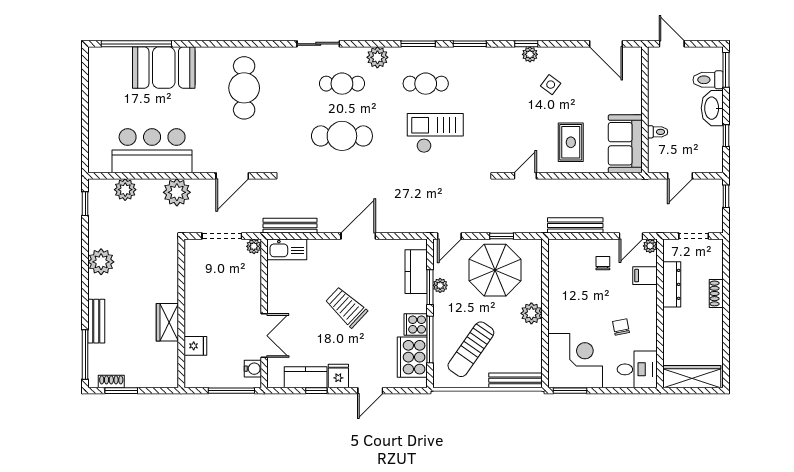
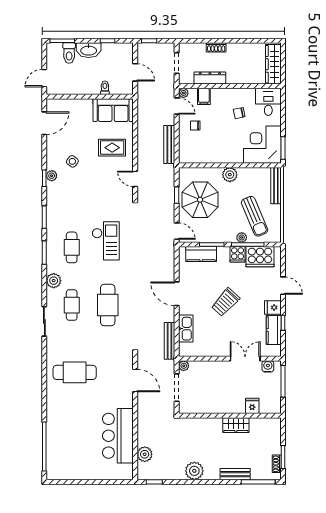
booth: (164, 68) -> (61, 428), removed
checkout: (435, 133) -> (106, 241), turned 180
plant: (177, 192) -> (146, 419), removed
kitchen sink: (287, 249) -> (186, 329), moved
plant: (440, 285) -> (242, 237), moved
sun lounger: (471, 349) -> (255, 216), turned 32

